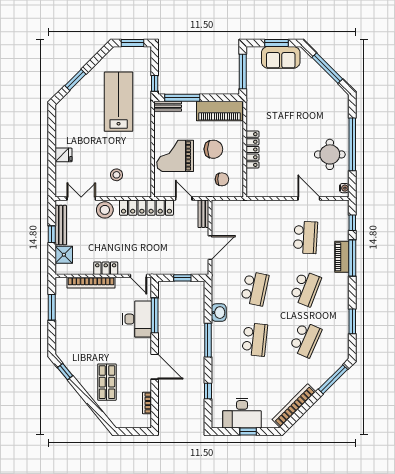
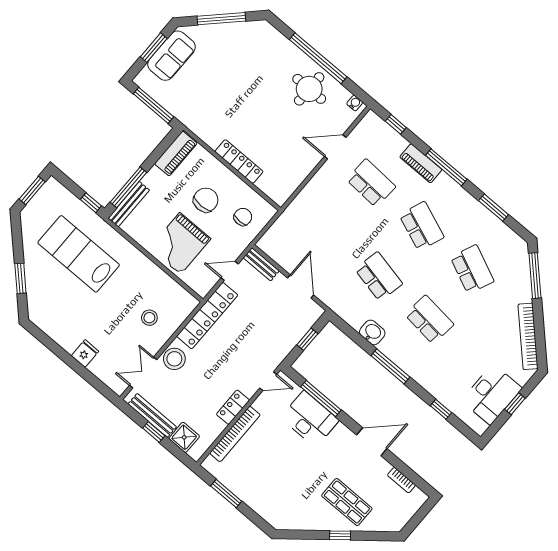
bench: (168, 106) -> (129, 204), width x1.36
piano: (219, 111) -> (176, 153), width x0.73, depth x0.75
window: (352, 258) -> (446, 167), moved
window: (65, 372) -> (340, 535), moved

